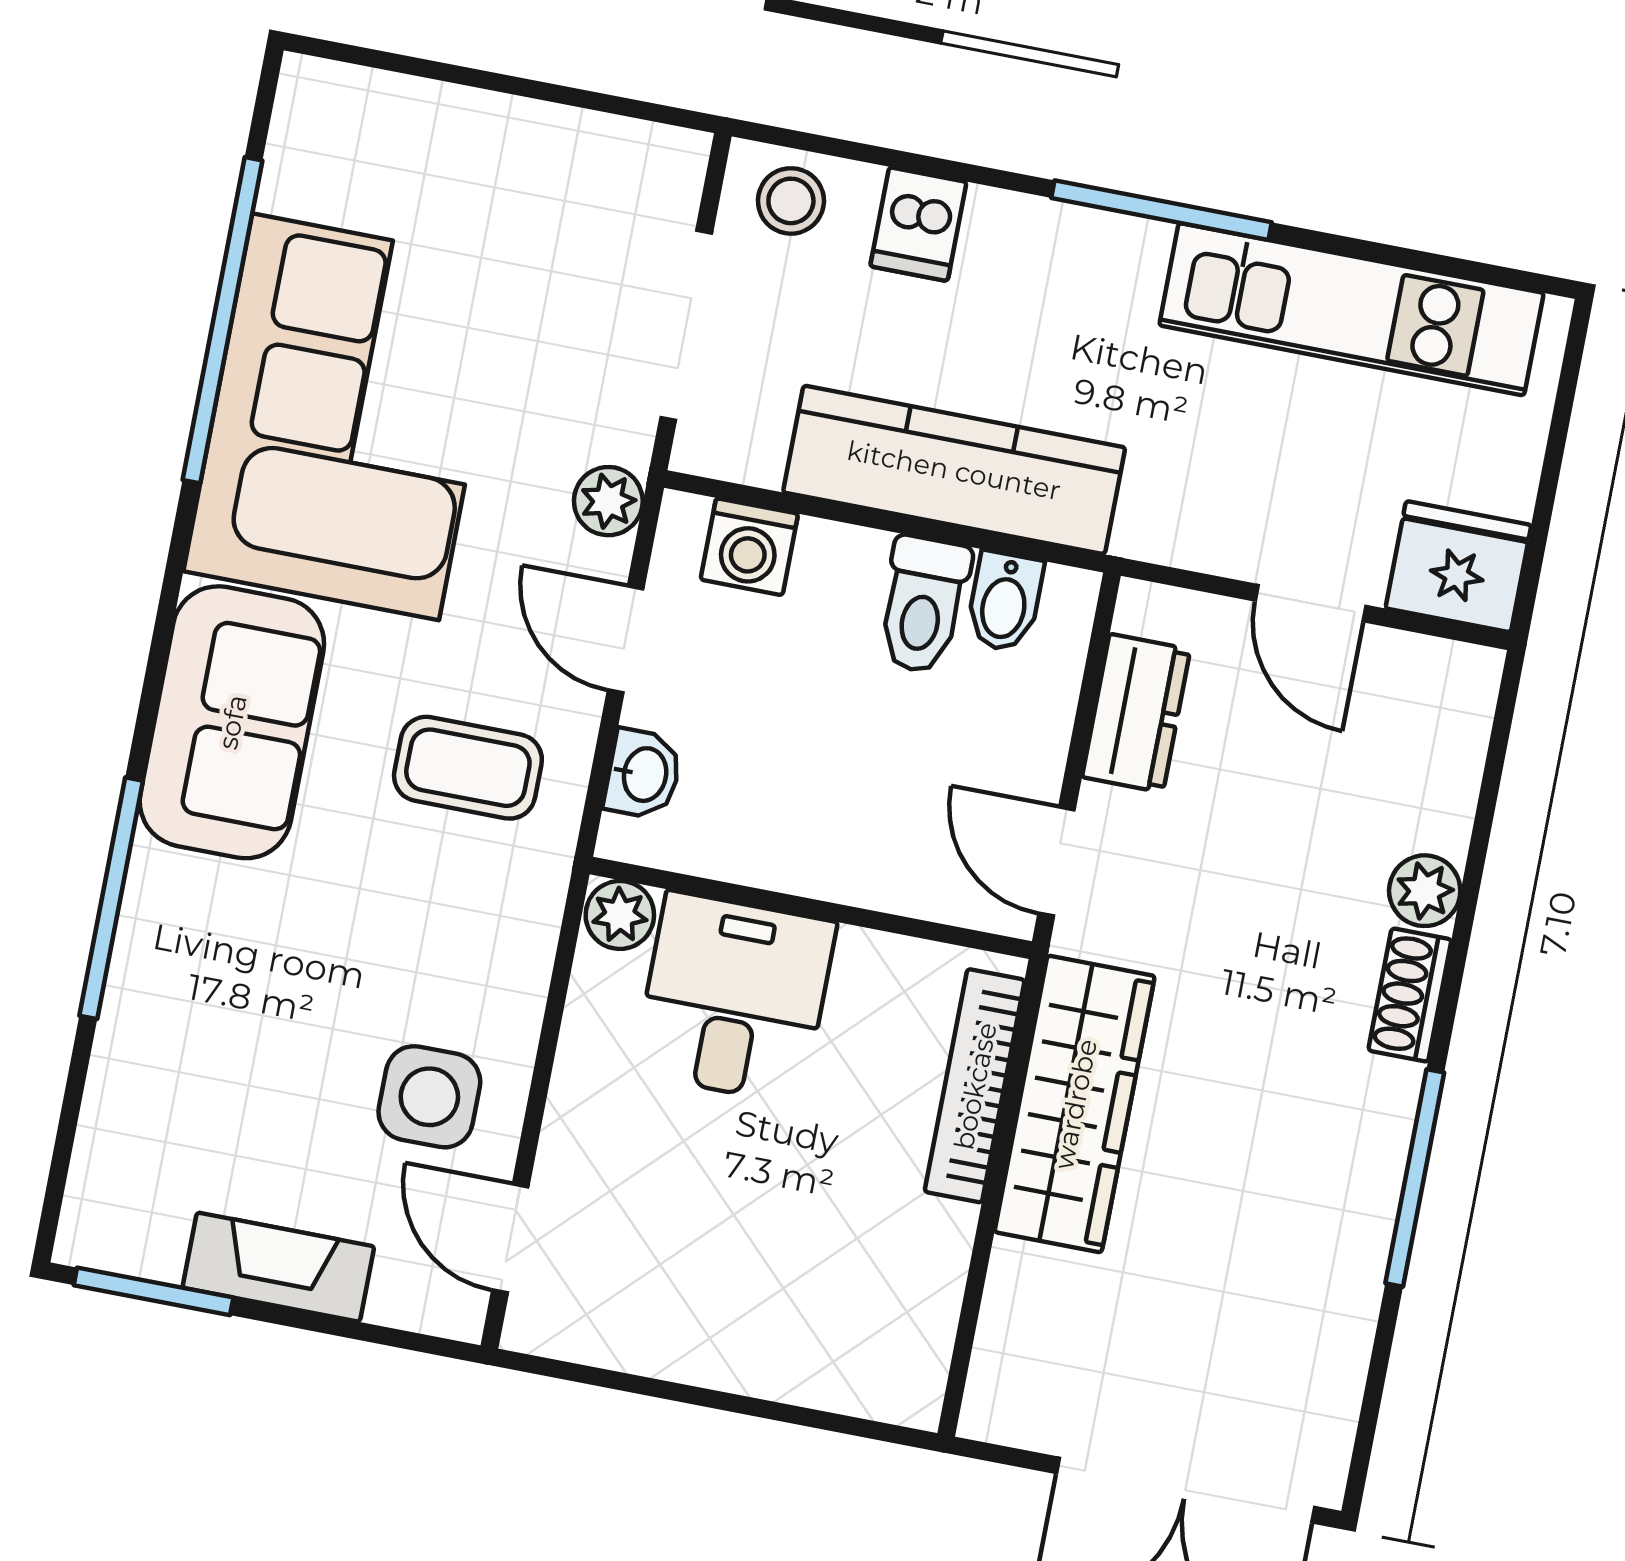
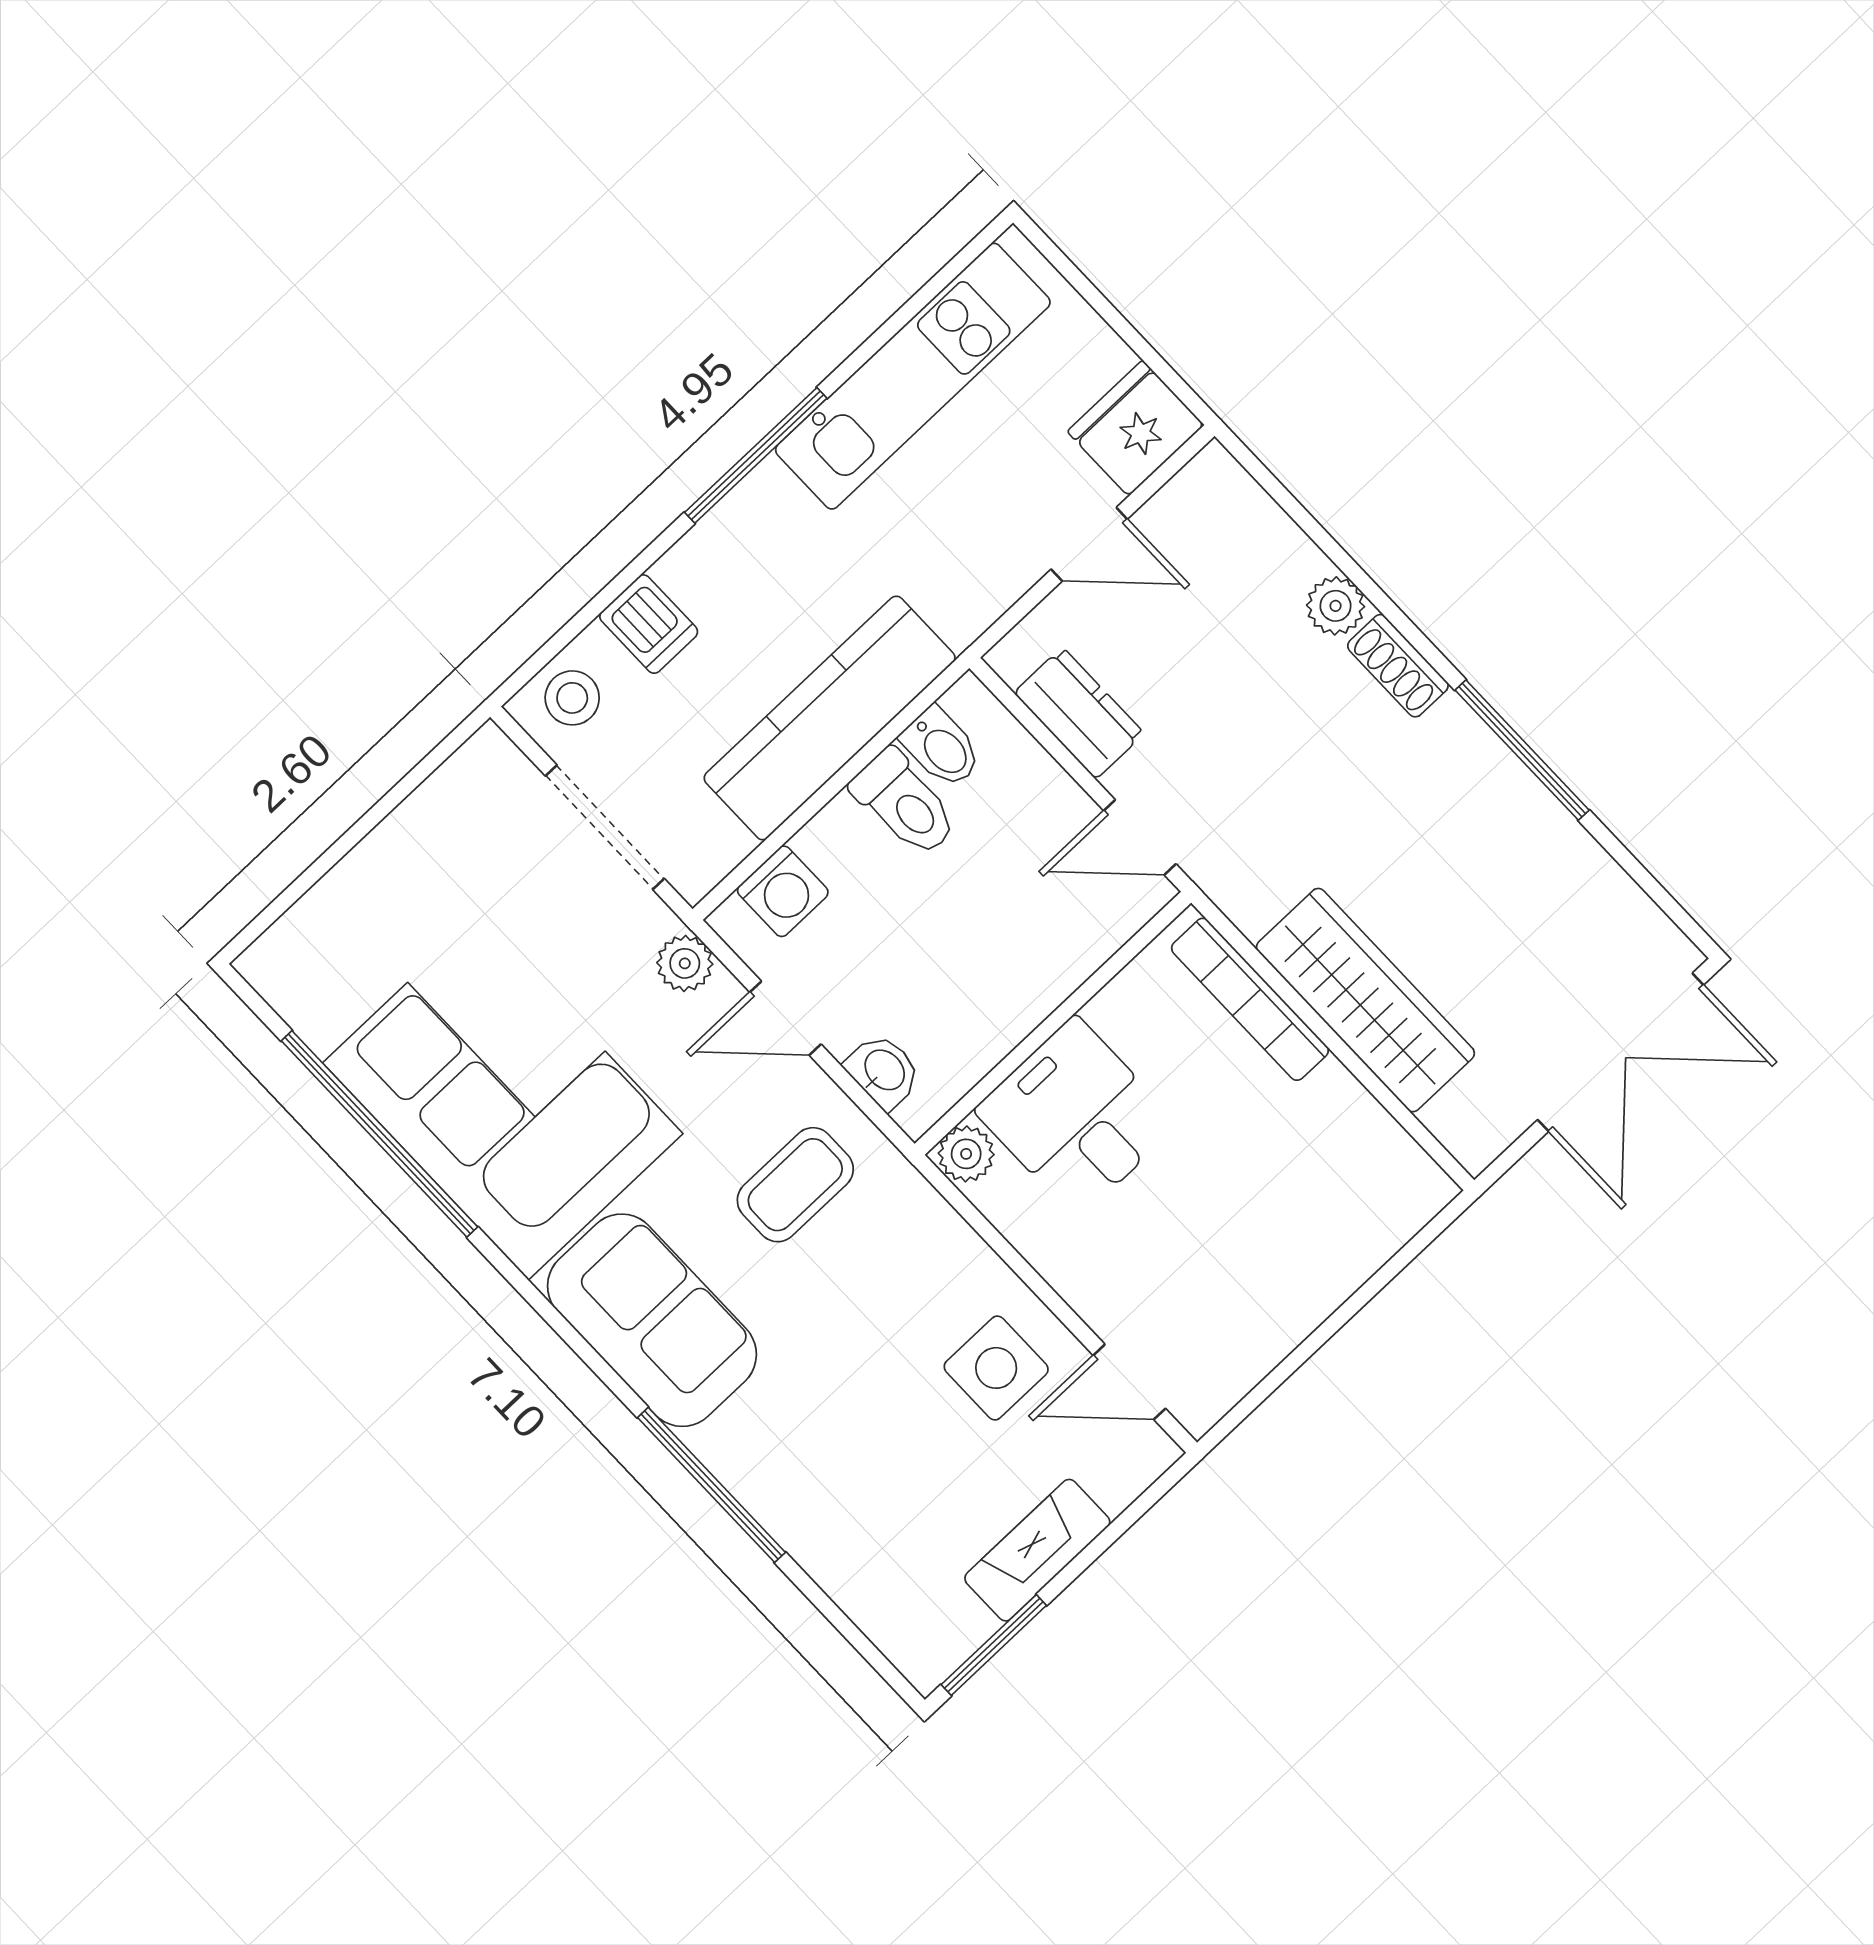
wardrobe: (1075, 1104) -> (1365, 1000), moved

